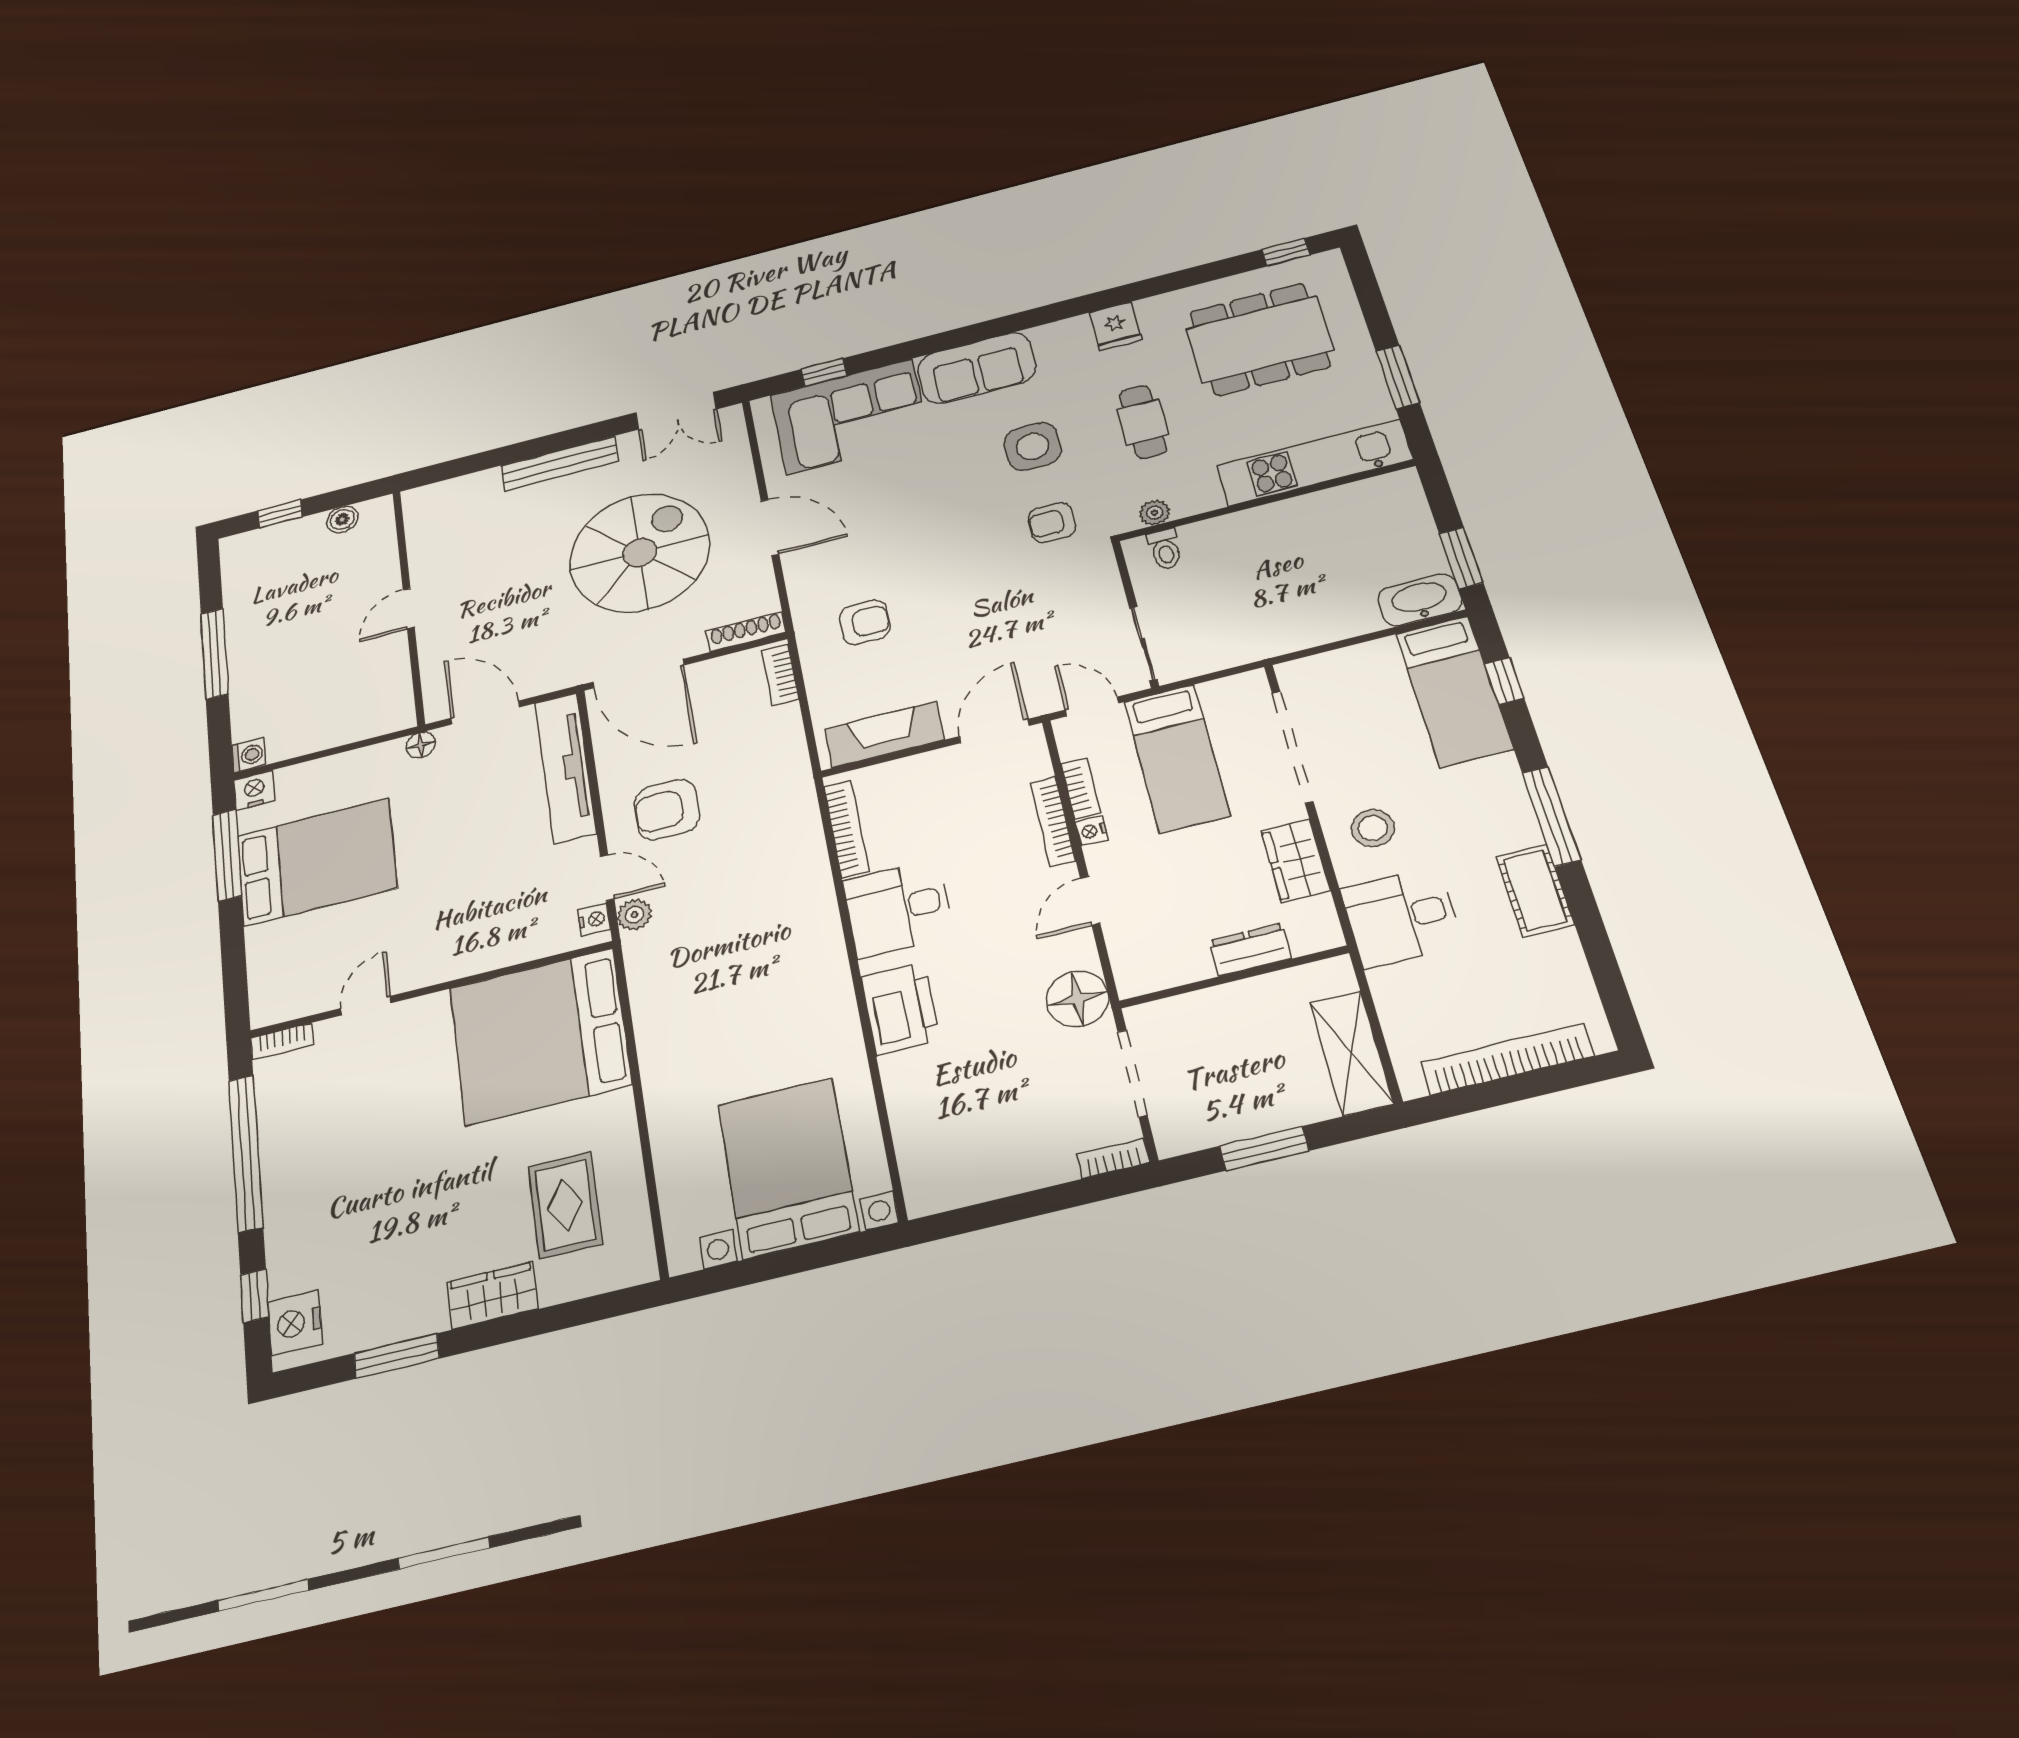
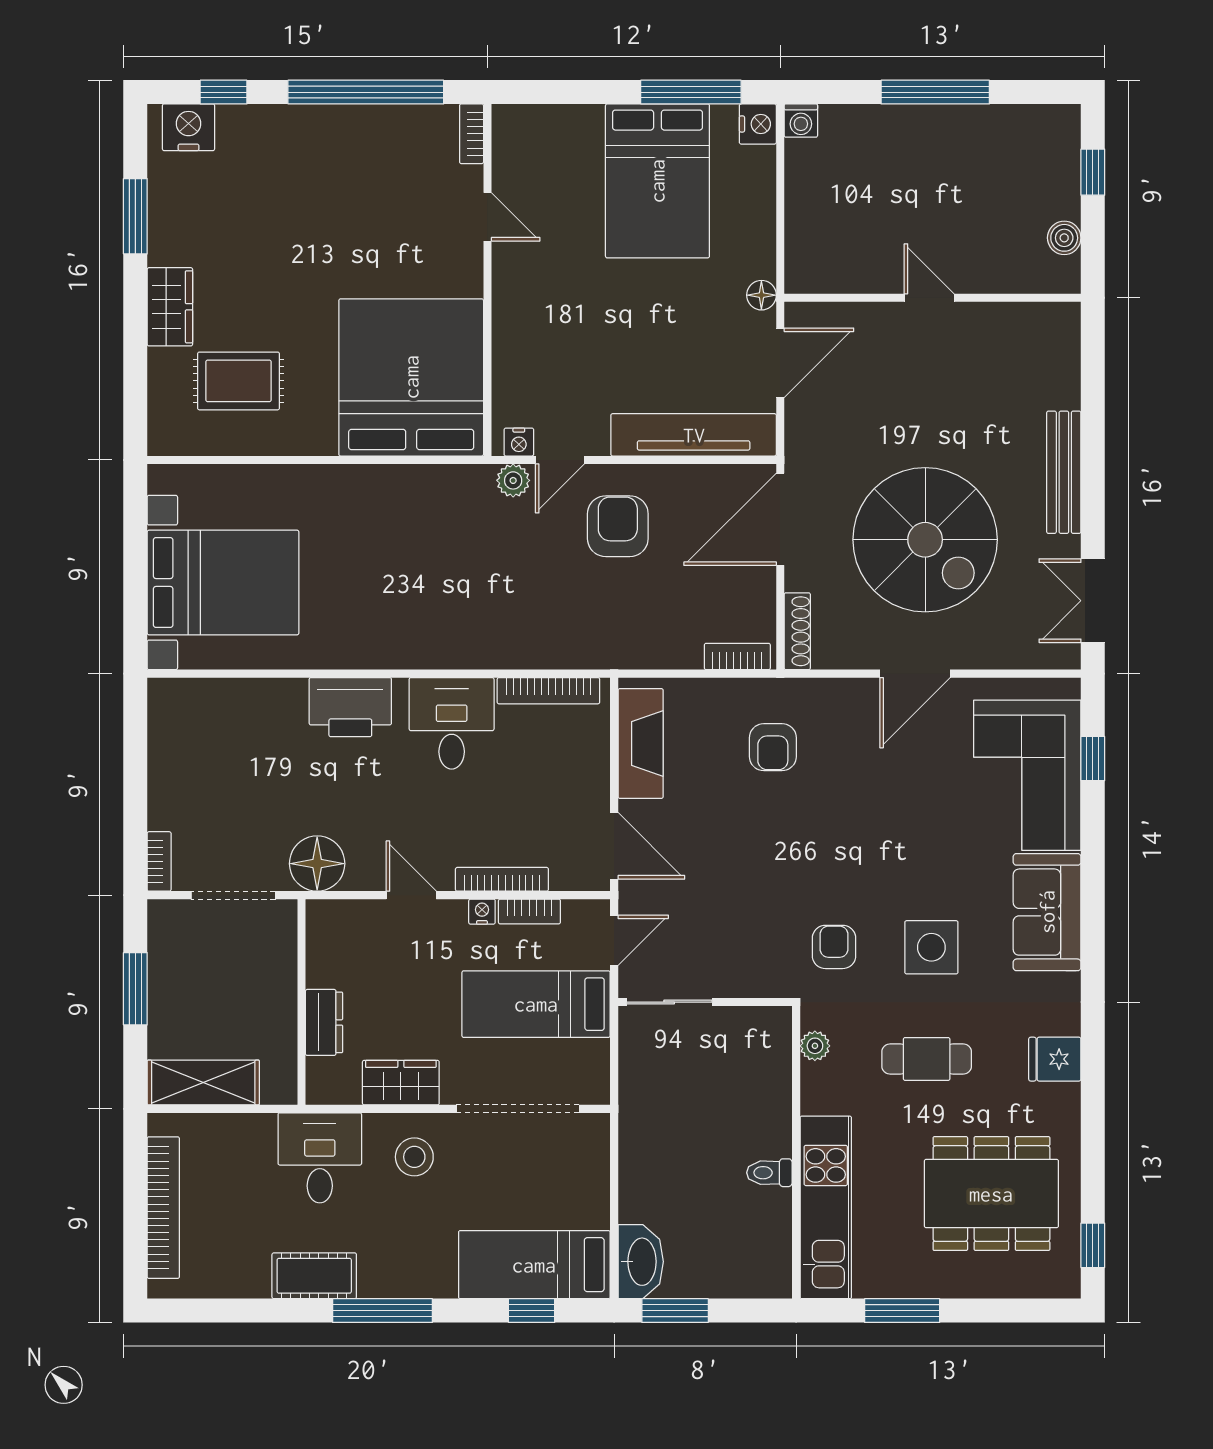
dining table: (1260, 339) -> (991, 1194), turned 90
toilet: (1165, 549) -> (769, 1173), moved

